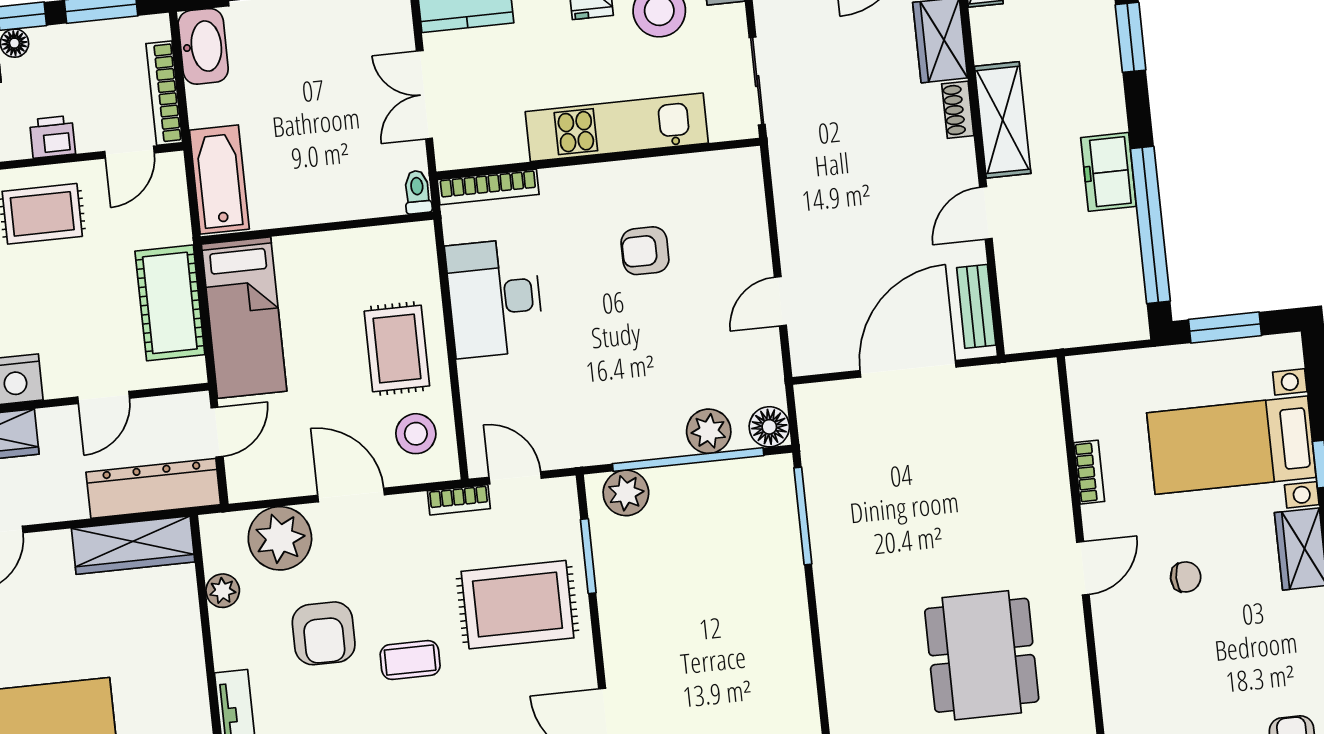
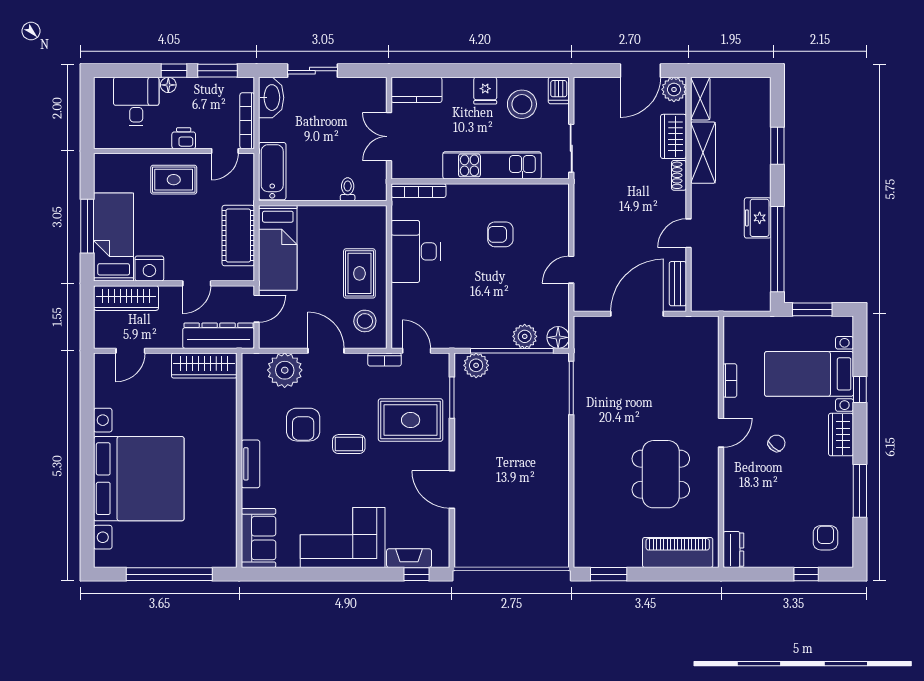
shelving: (1003, 120) -> (703, 153), moved
toilet: (417, 192) -> (348, 189), moved
chair: (1186, 577) -> (777, 443), turned -49
plant: (223, 591) -> (250, 396), removed

